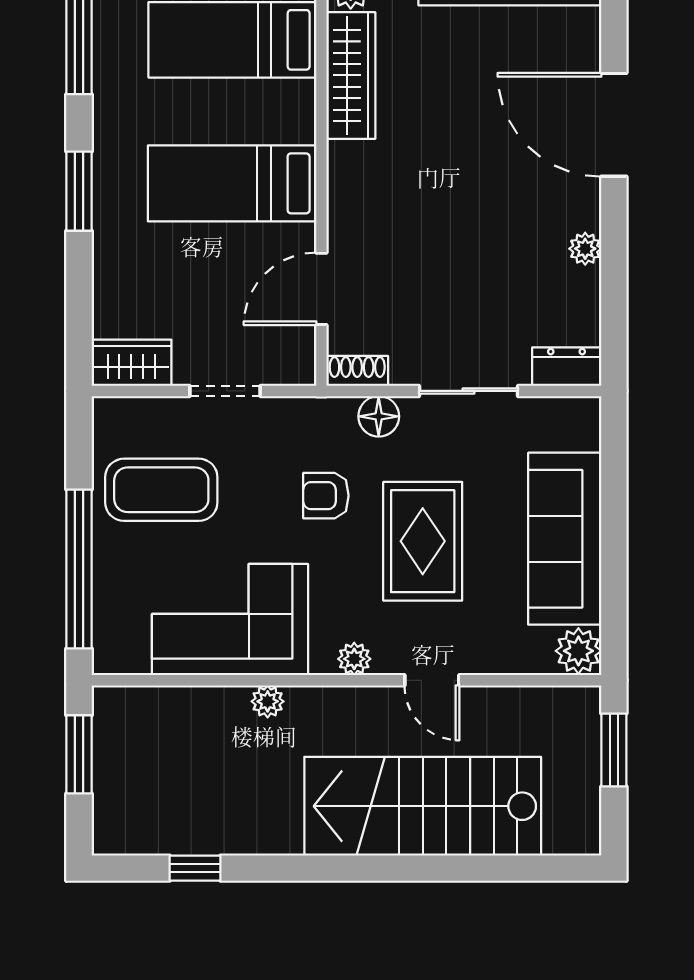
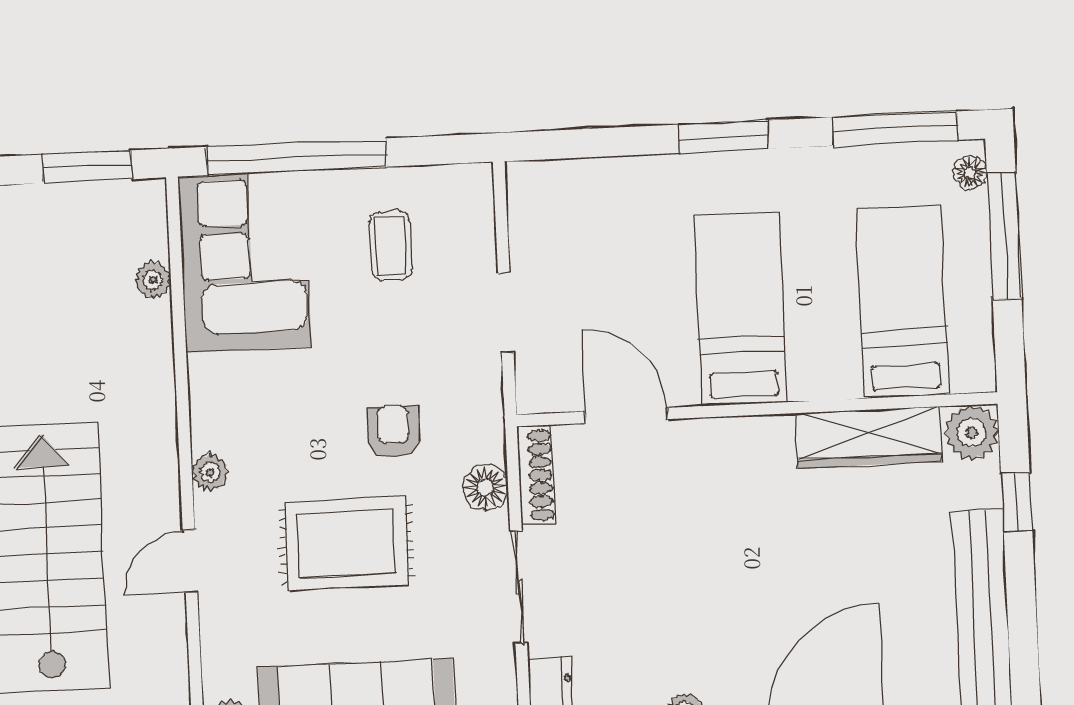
wardrobe: (131, 363) -> (533, 205), removed
shoe rack: (357, 371) -> (536, 475), width x1.43
coffee table: (161, 490) -> (391, 246), width x0.54, depth x0.58
corner sofa: (230, 620) -> (245, 262), moved
plant: (268, 701) -> (153, 280), moved

